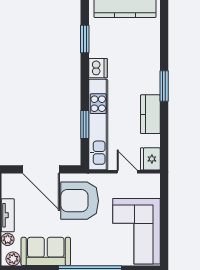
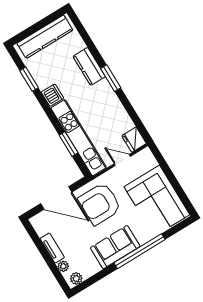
kitchen counter: (150, 114) -> (89, 66), moved
sofa: (46, 251) -> (115, 247), moved

